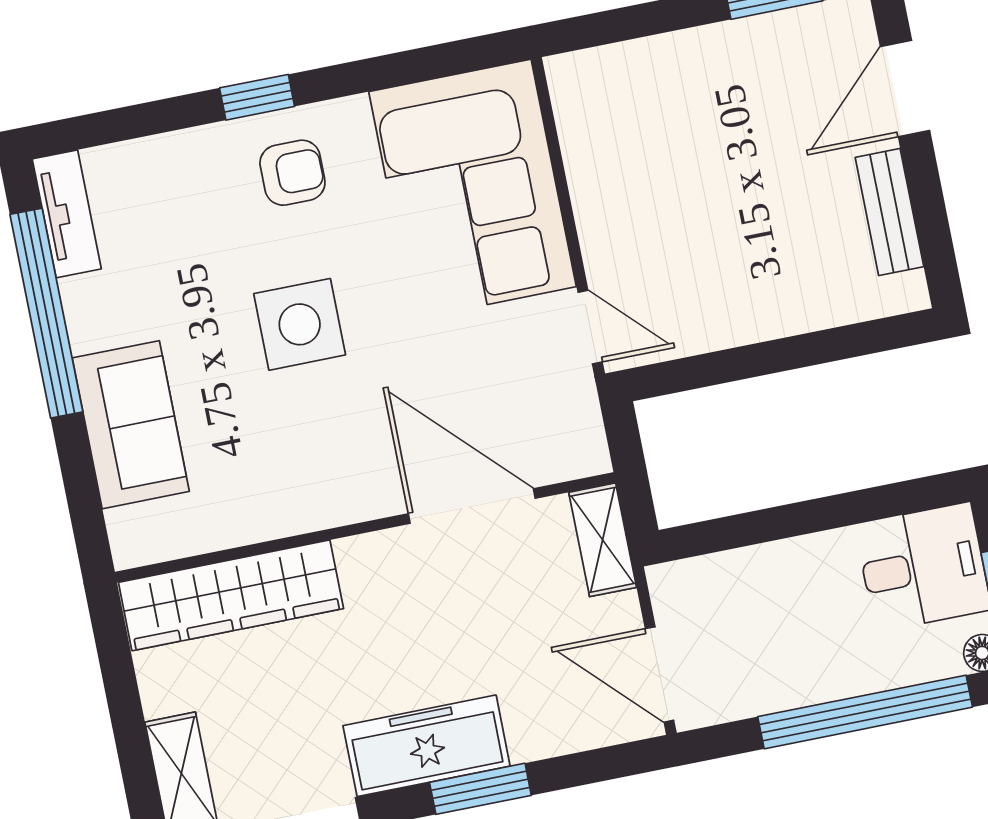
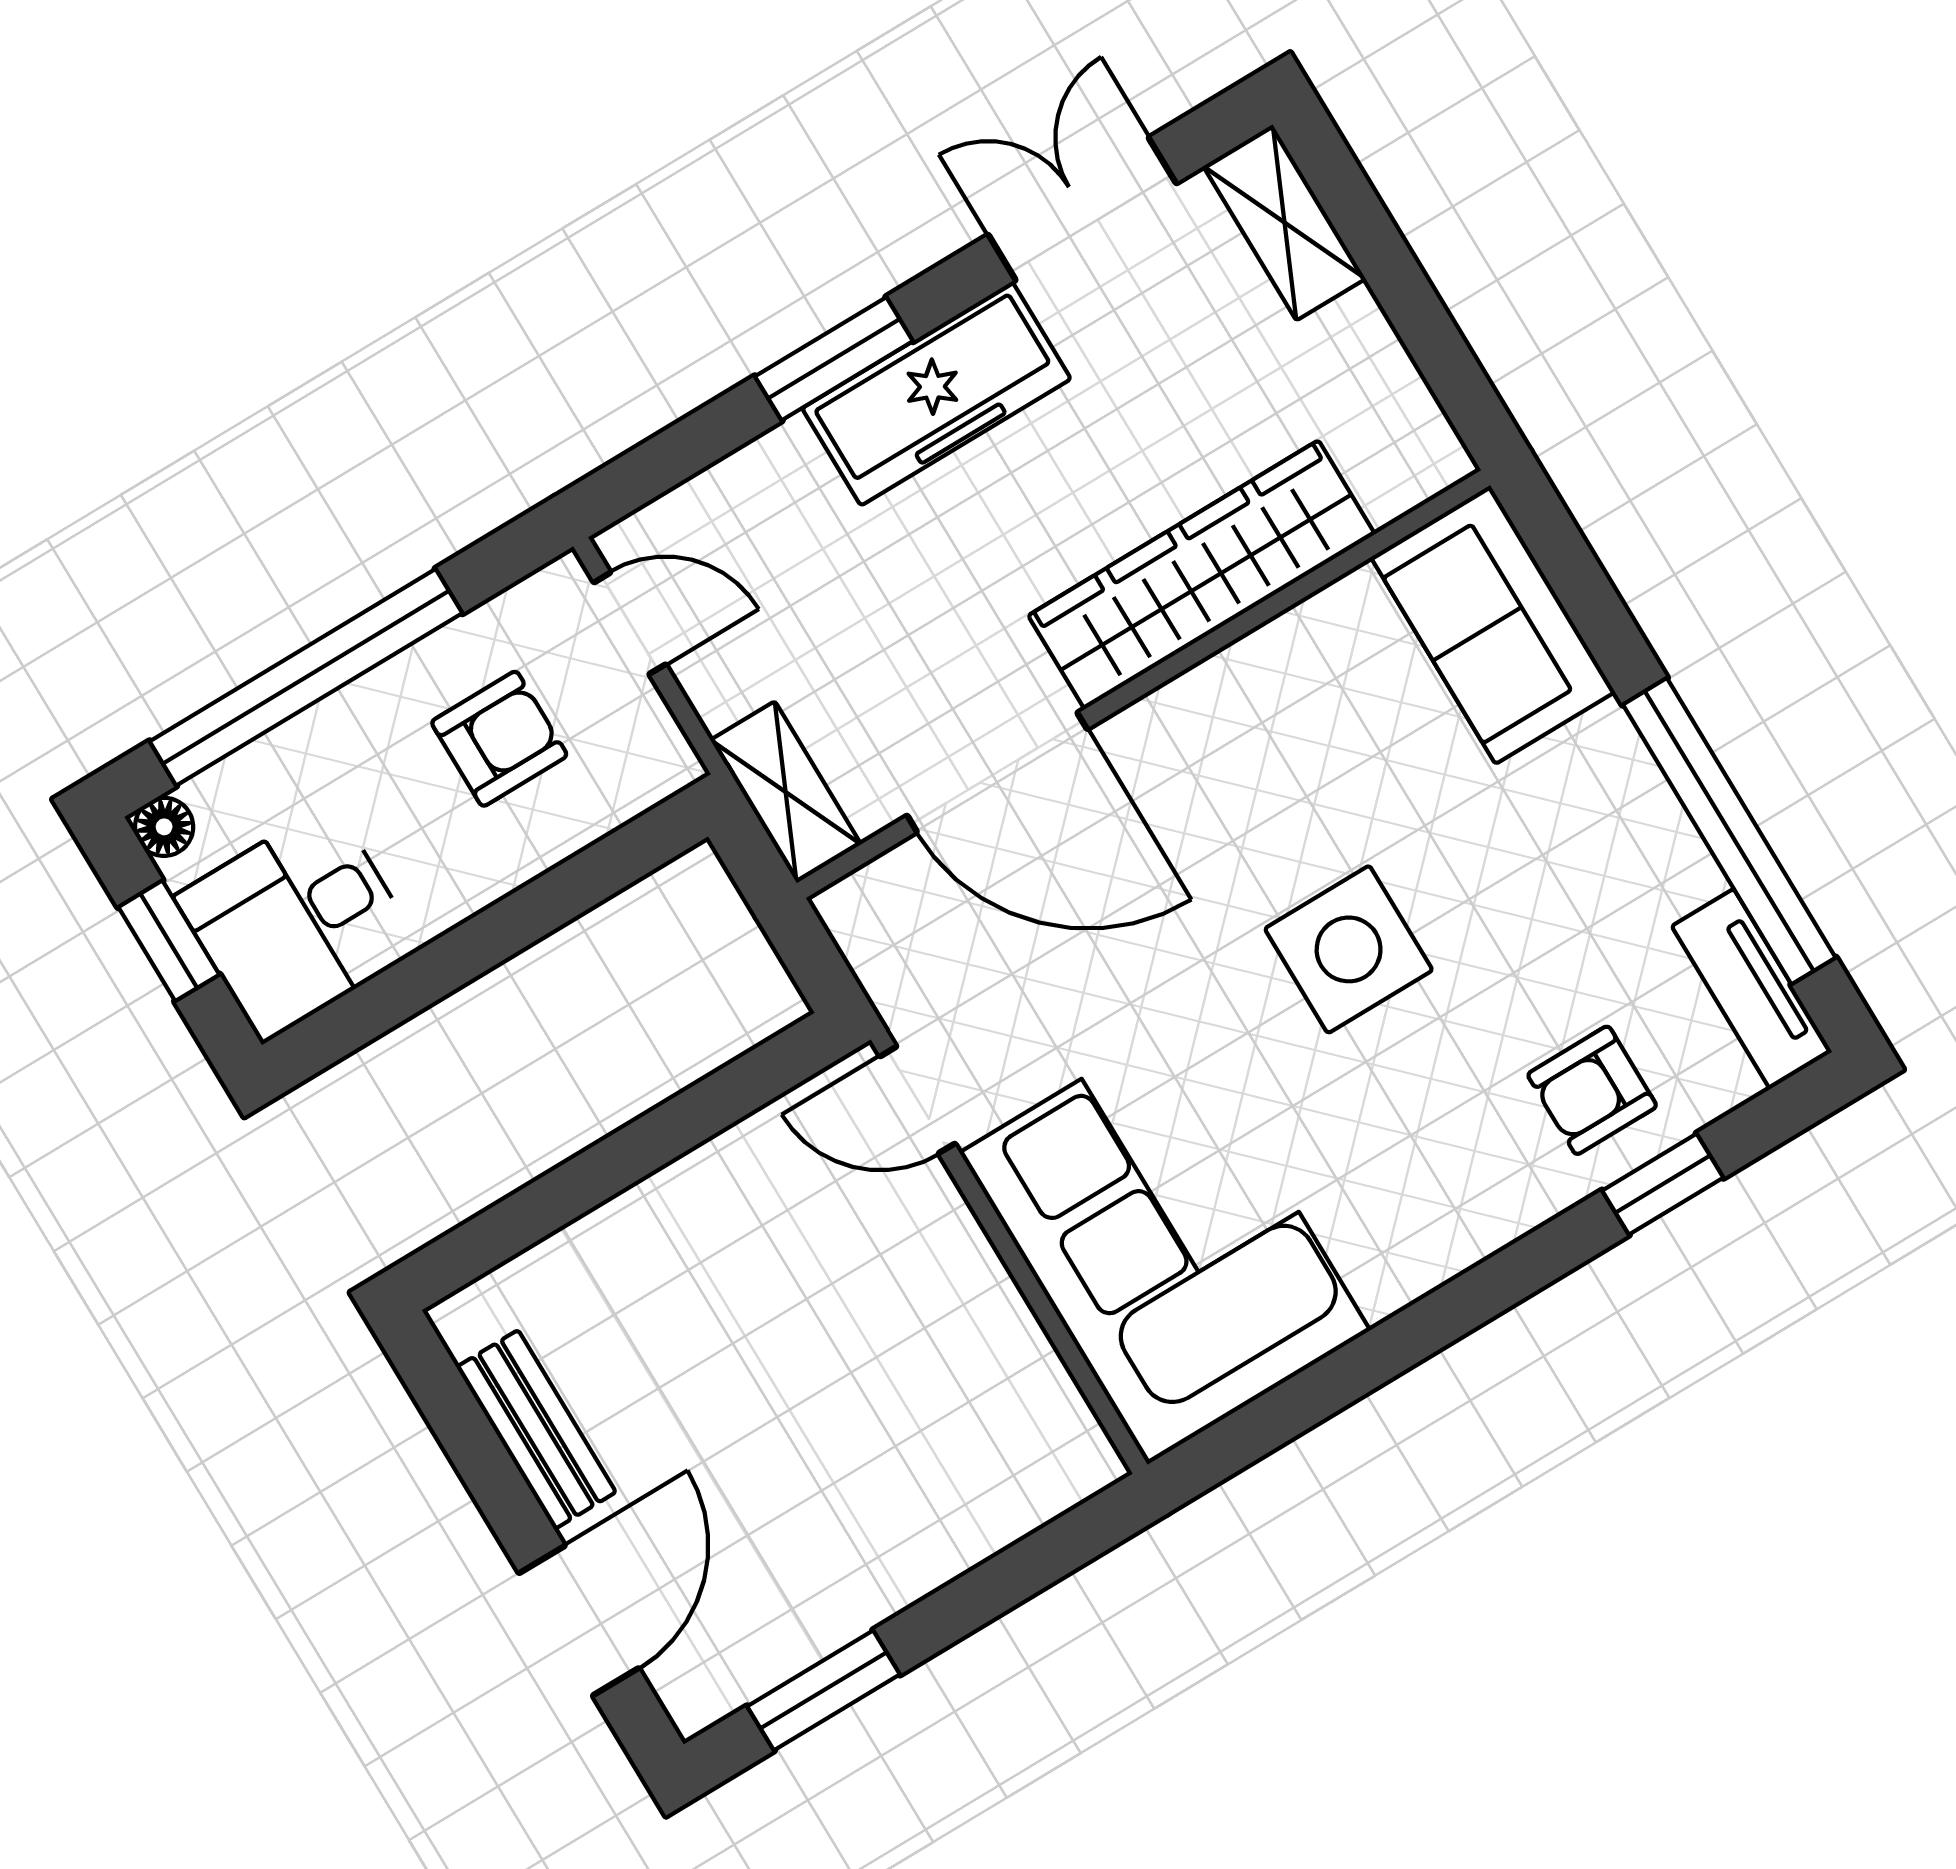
window: (257, 97) -> (1663, 1184), moved
armchair: (292, 173) -> (1592, 1090), moved
sofa: (131, 425) -> (1493, 625), moved
wardrobe: (231, 595) -> (1202, 575), moved
armchair: (763, 633) -> (499, 739), added
door: (660, 674) -> (630, 623), width x0.73

